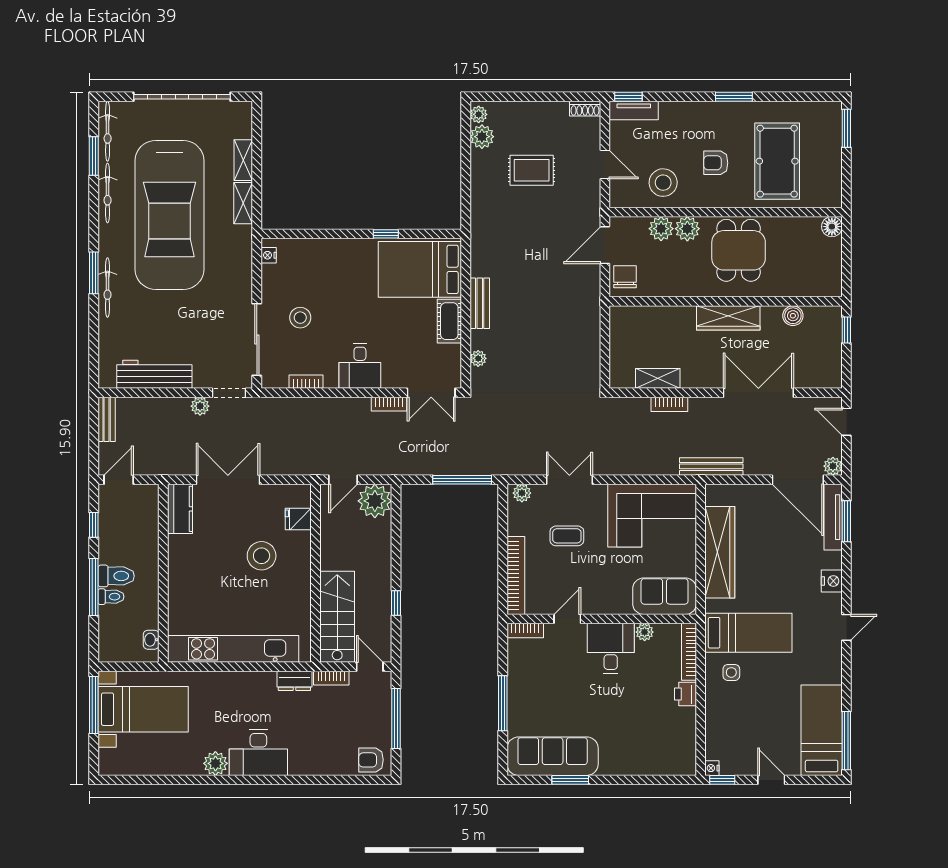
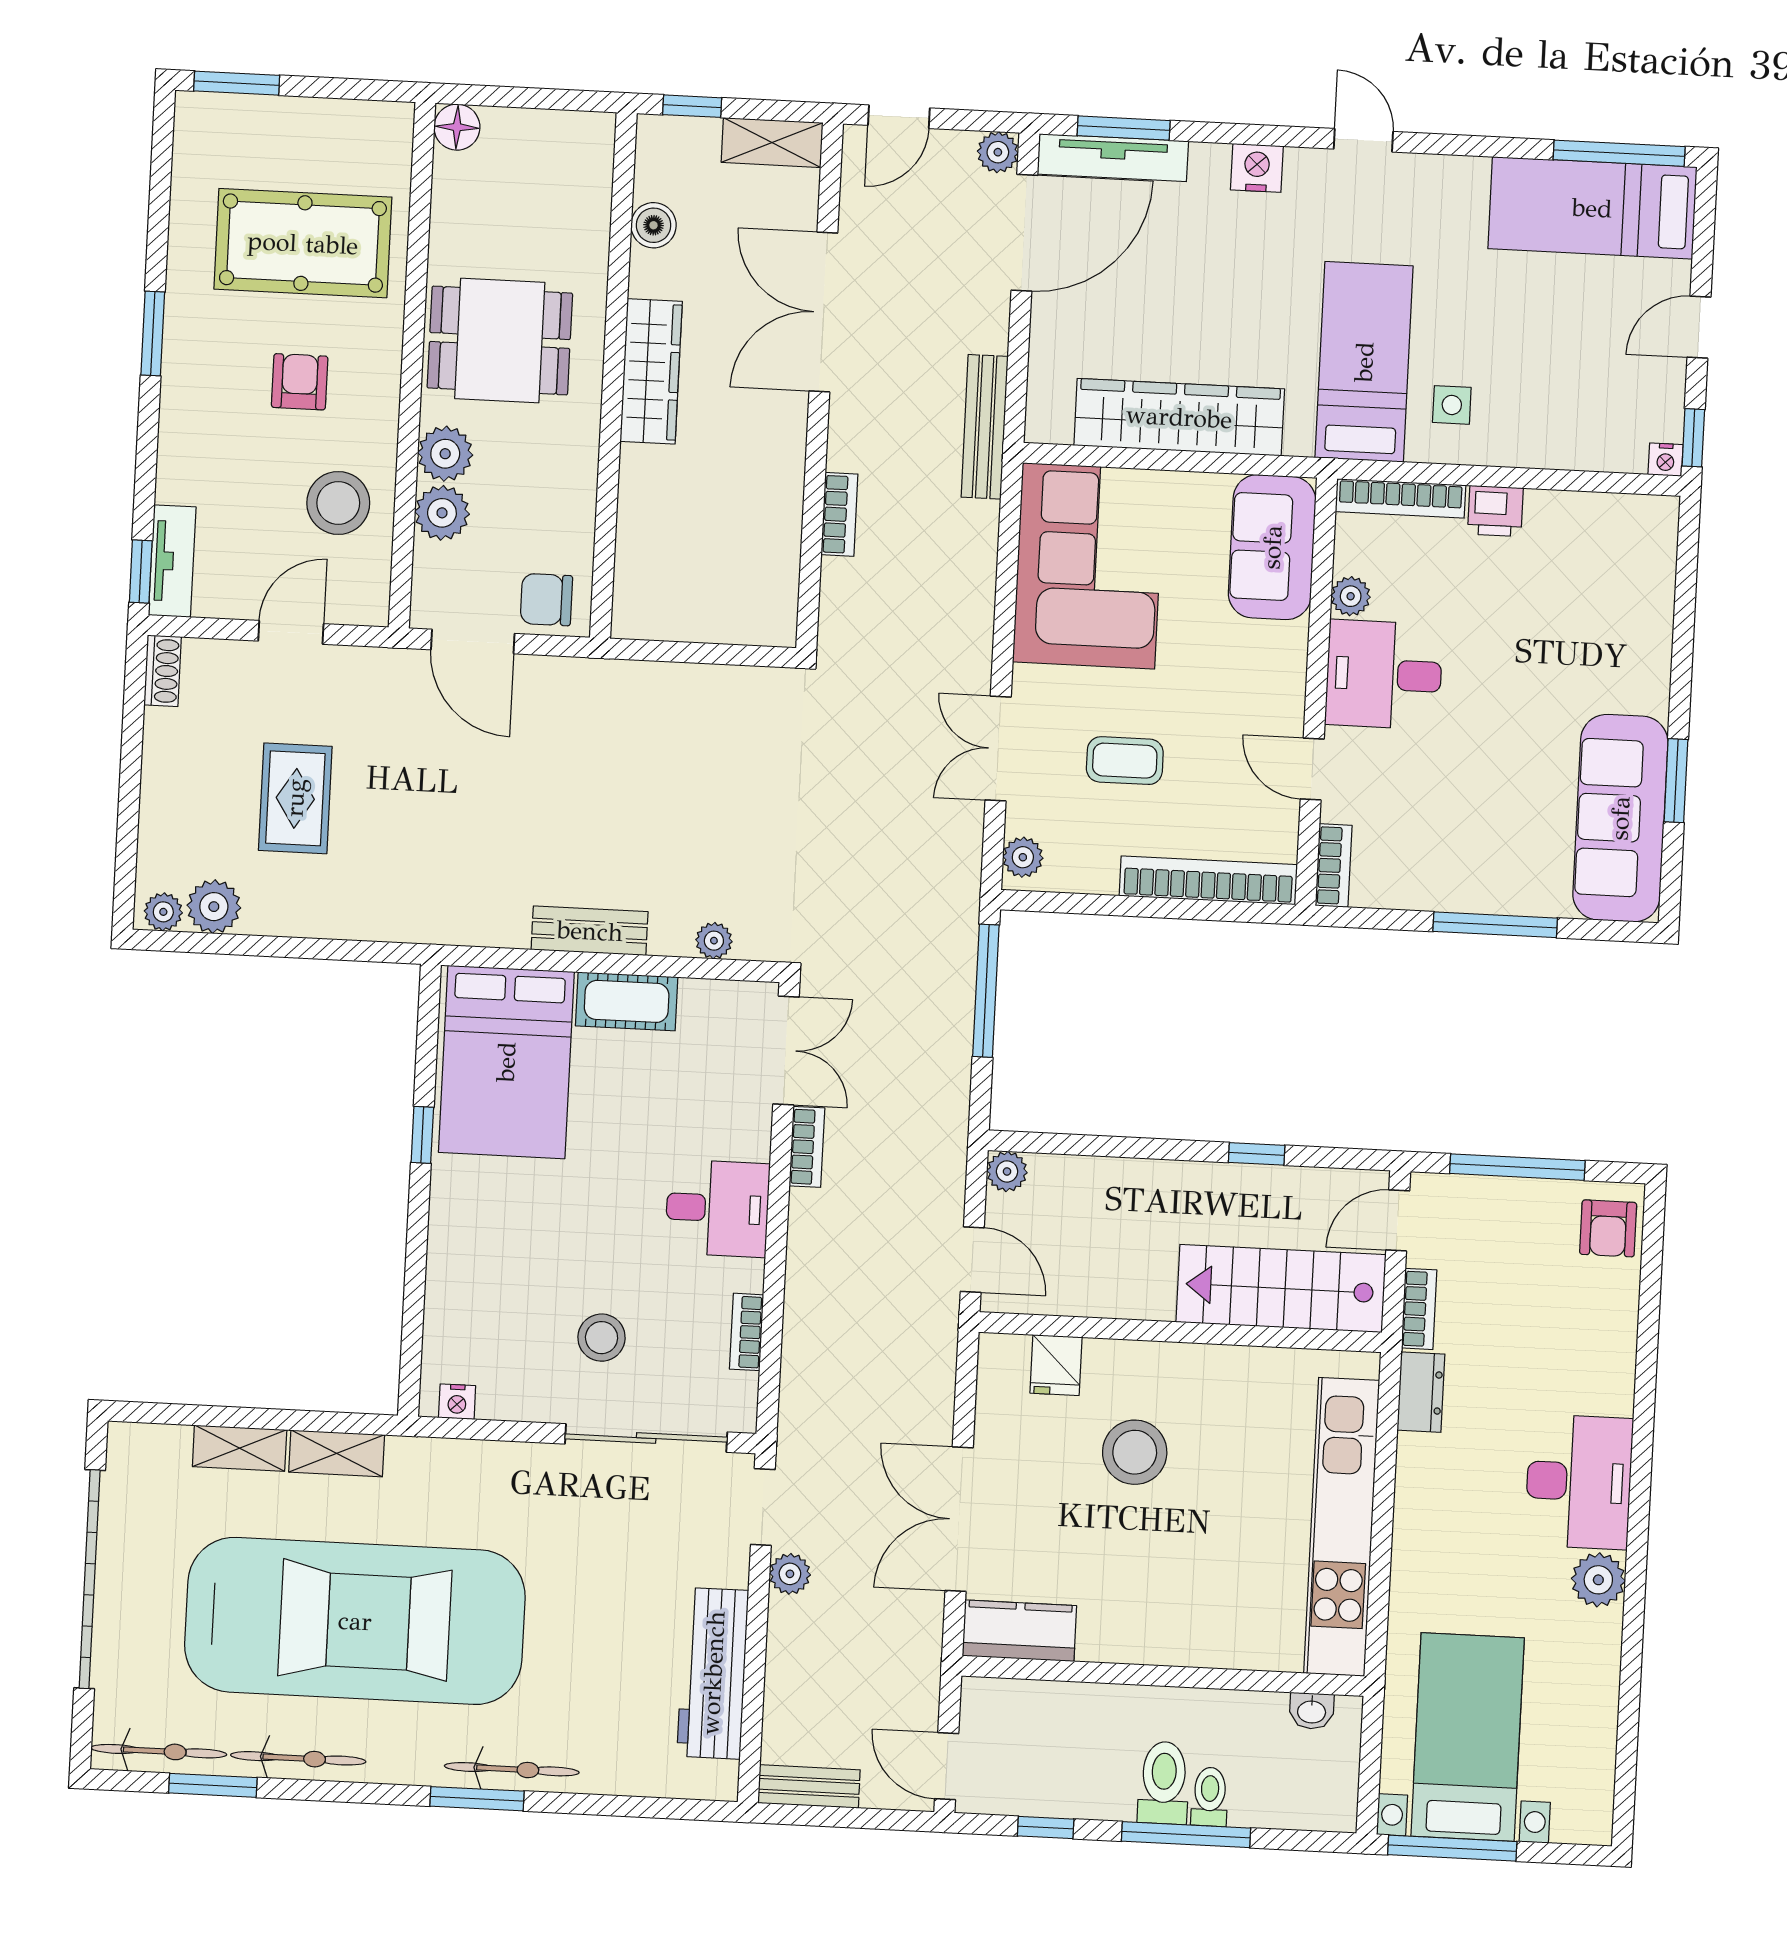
armchair: (716, 163) -> (300, 382), turned 180
shelving: (658, 378) -> (772, 143), moved, turned 90
plant: (375, 501) -> (1007, 1171), width x0.53, depth x0.53
coffee table: (567, 536) -> (1125, 761), turned 90

